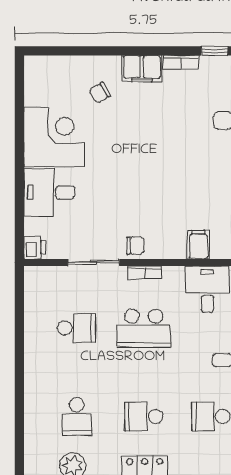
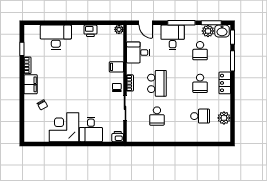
filing cabinet: (198, 245) -> (116, 67), moved
school desk: (77, 328) -> (157, 116), turned 180

